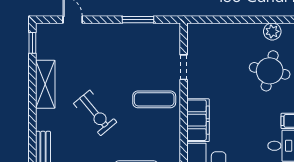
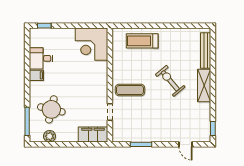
shelving: (45, 84) -> (204, 86), moved
filing cabinet: (198, 120) -> (93, 135), moved, turned 90

